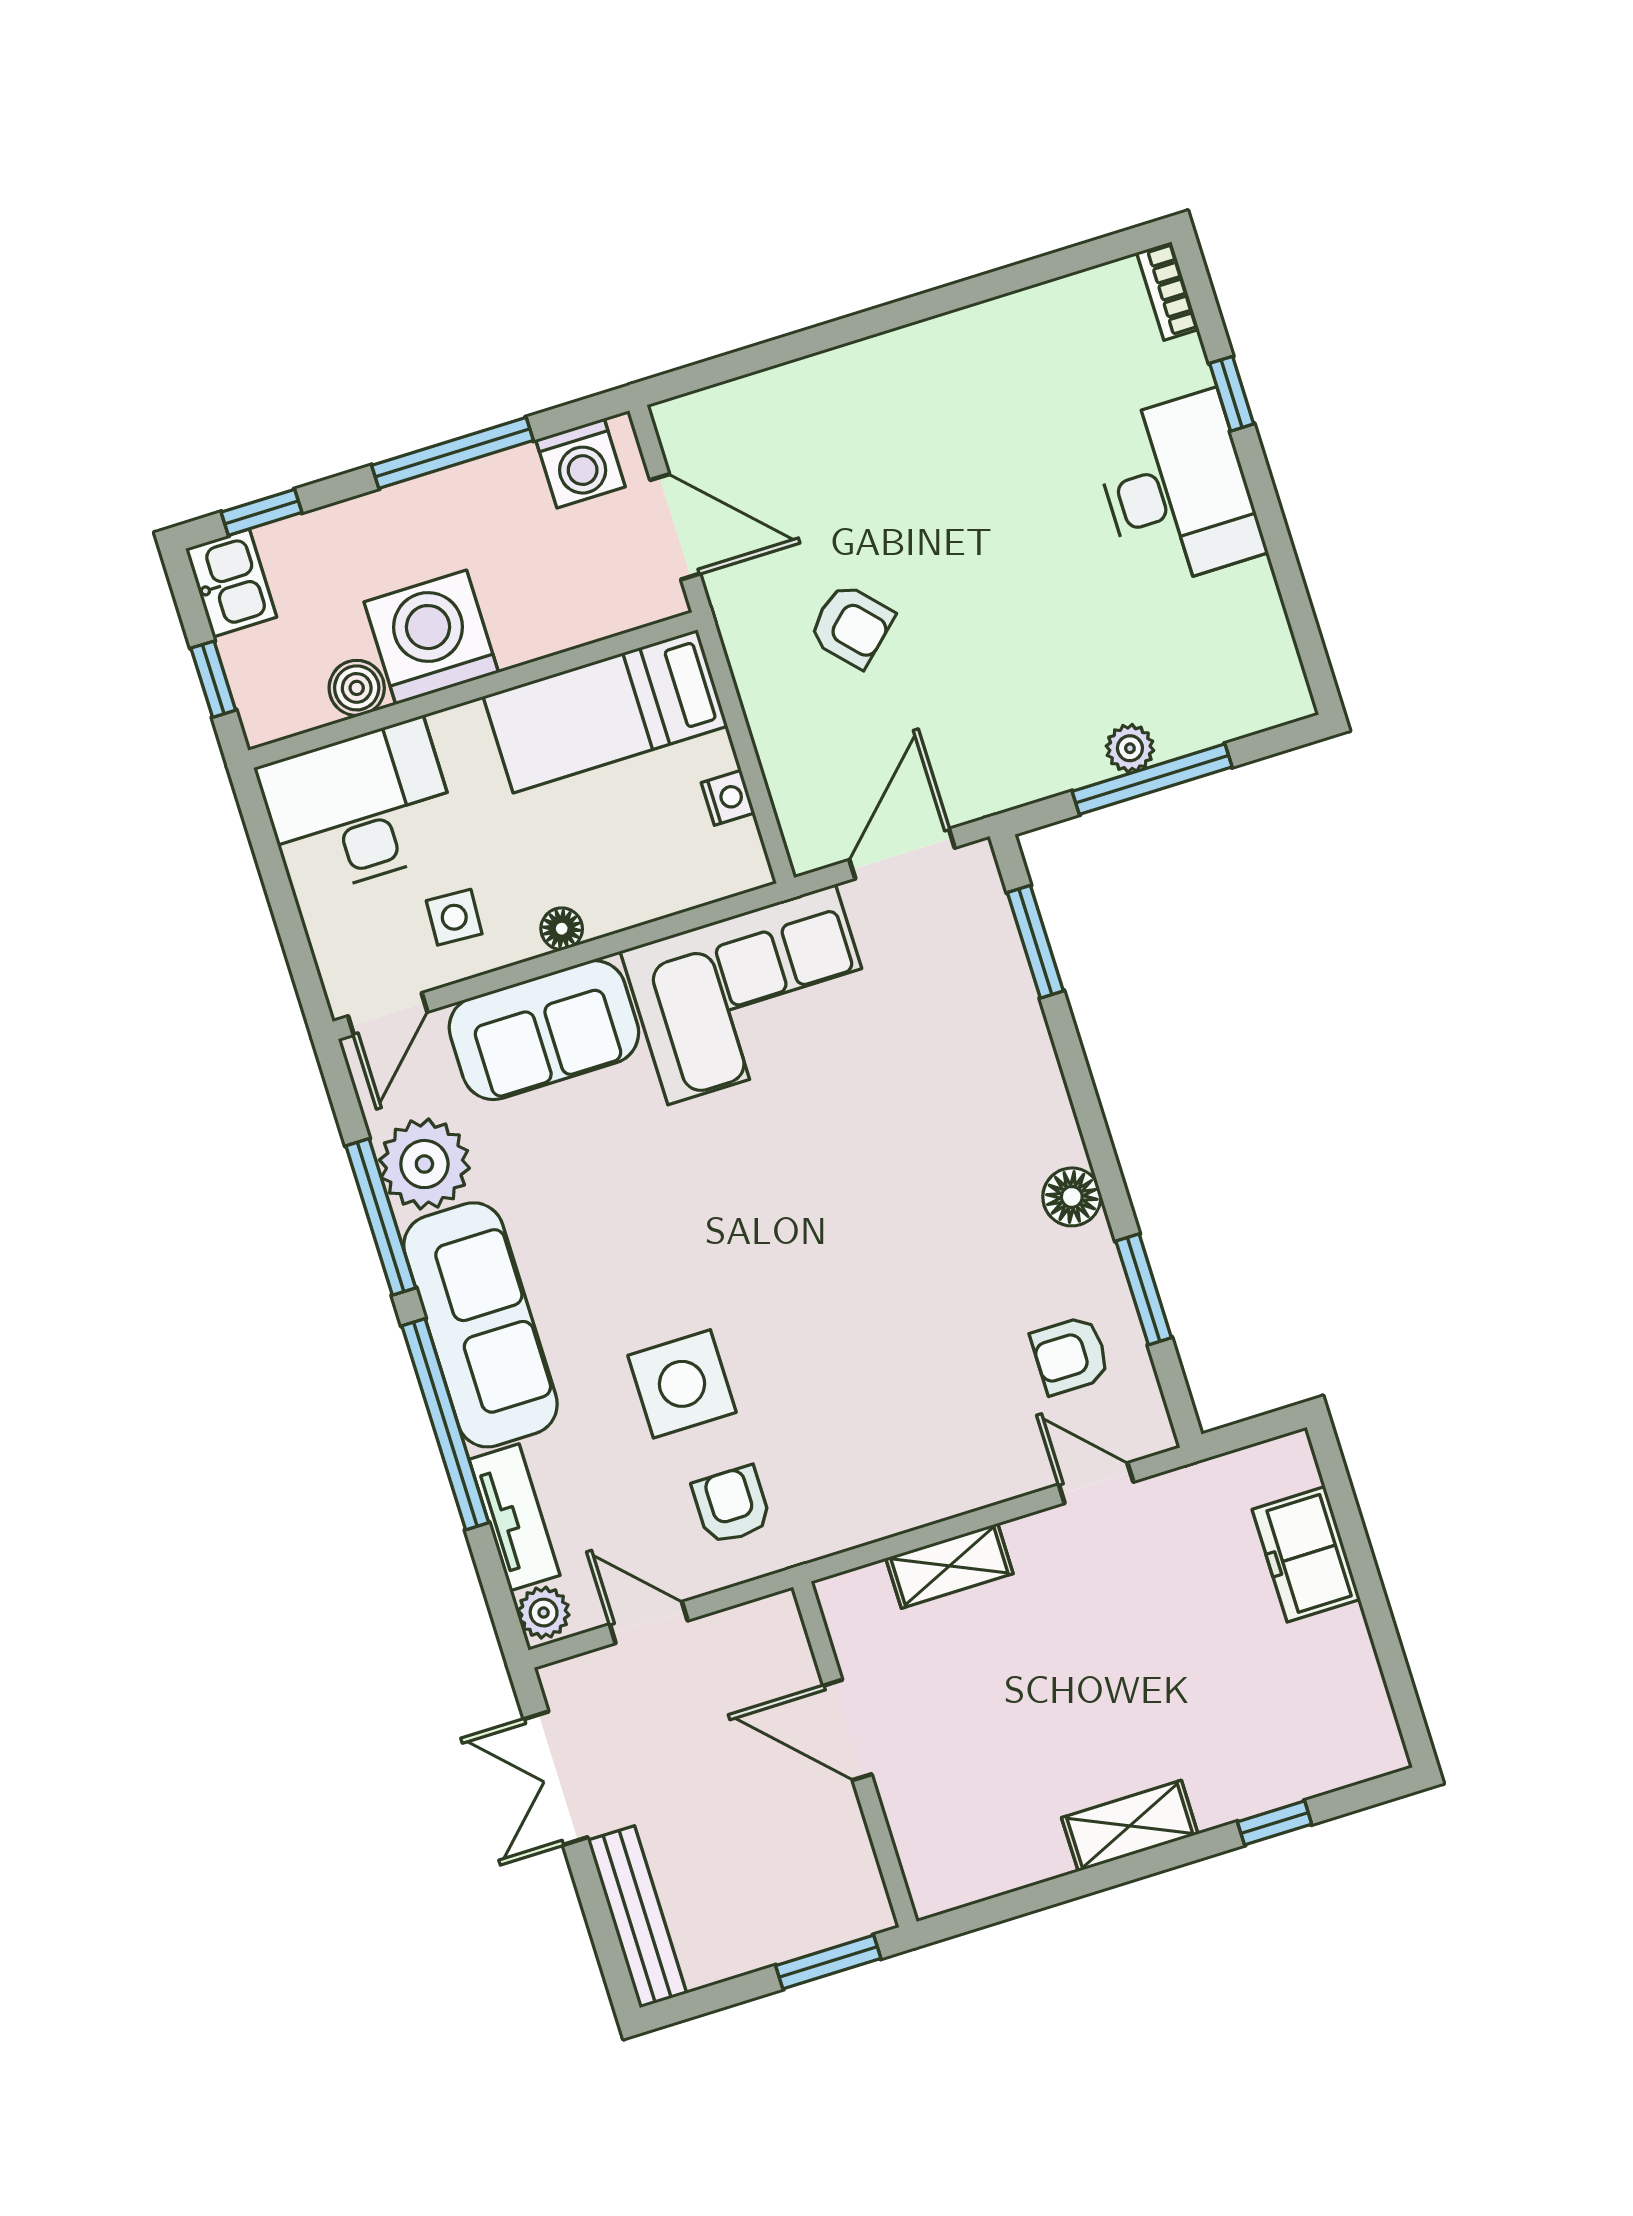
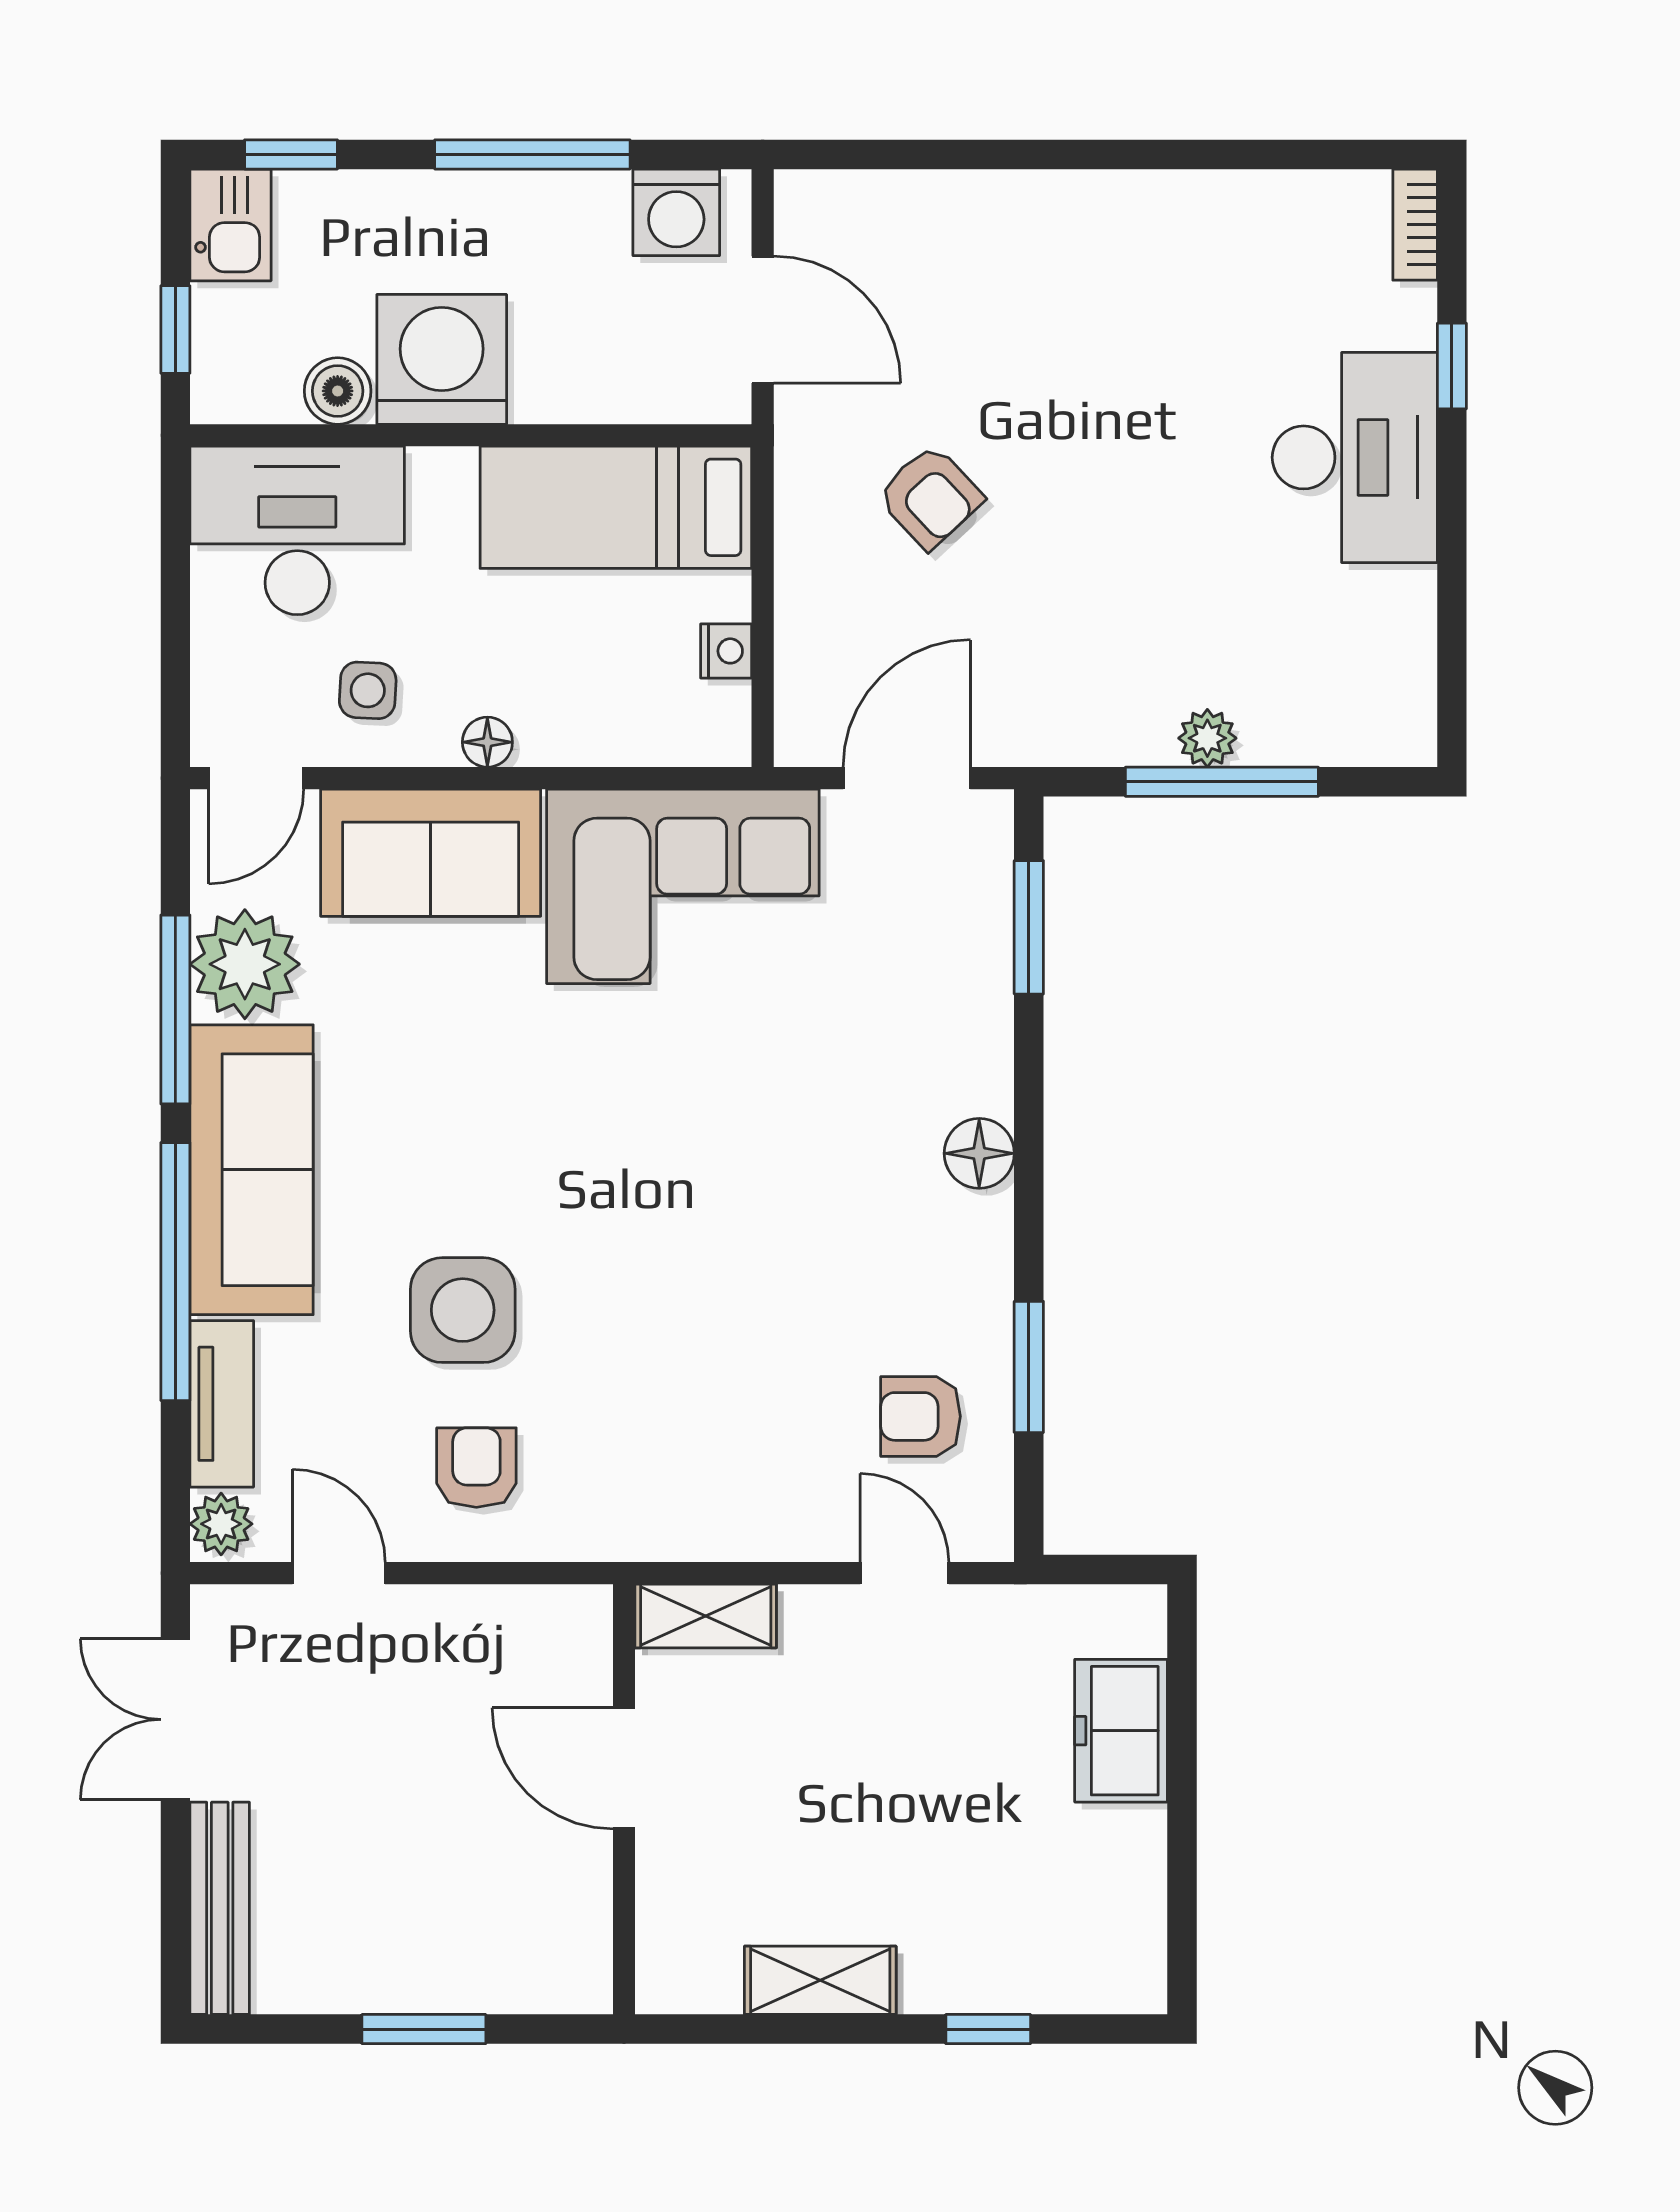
floor lamp: (1072, 1197) -> (979, 1153), moved
door: (847, 1730) -> (624, 1768), moved
wall: (855, 1754) -> (624, 1799), moved

